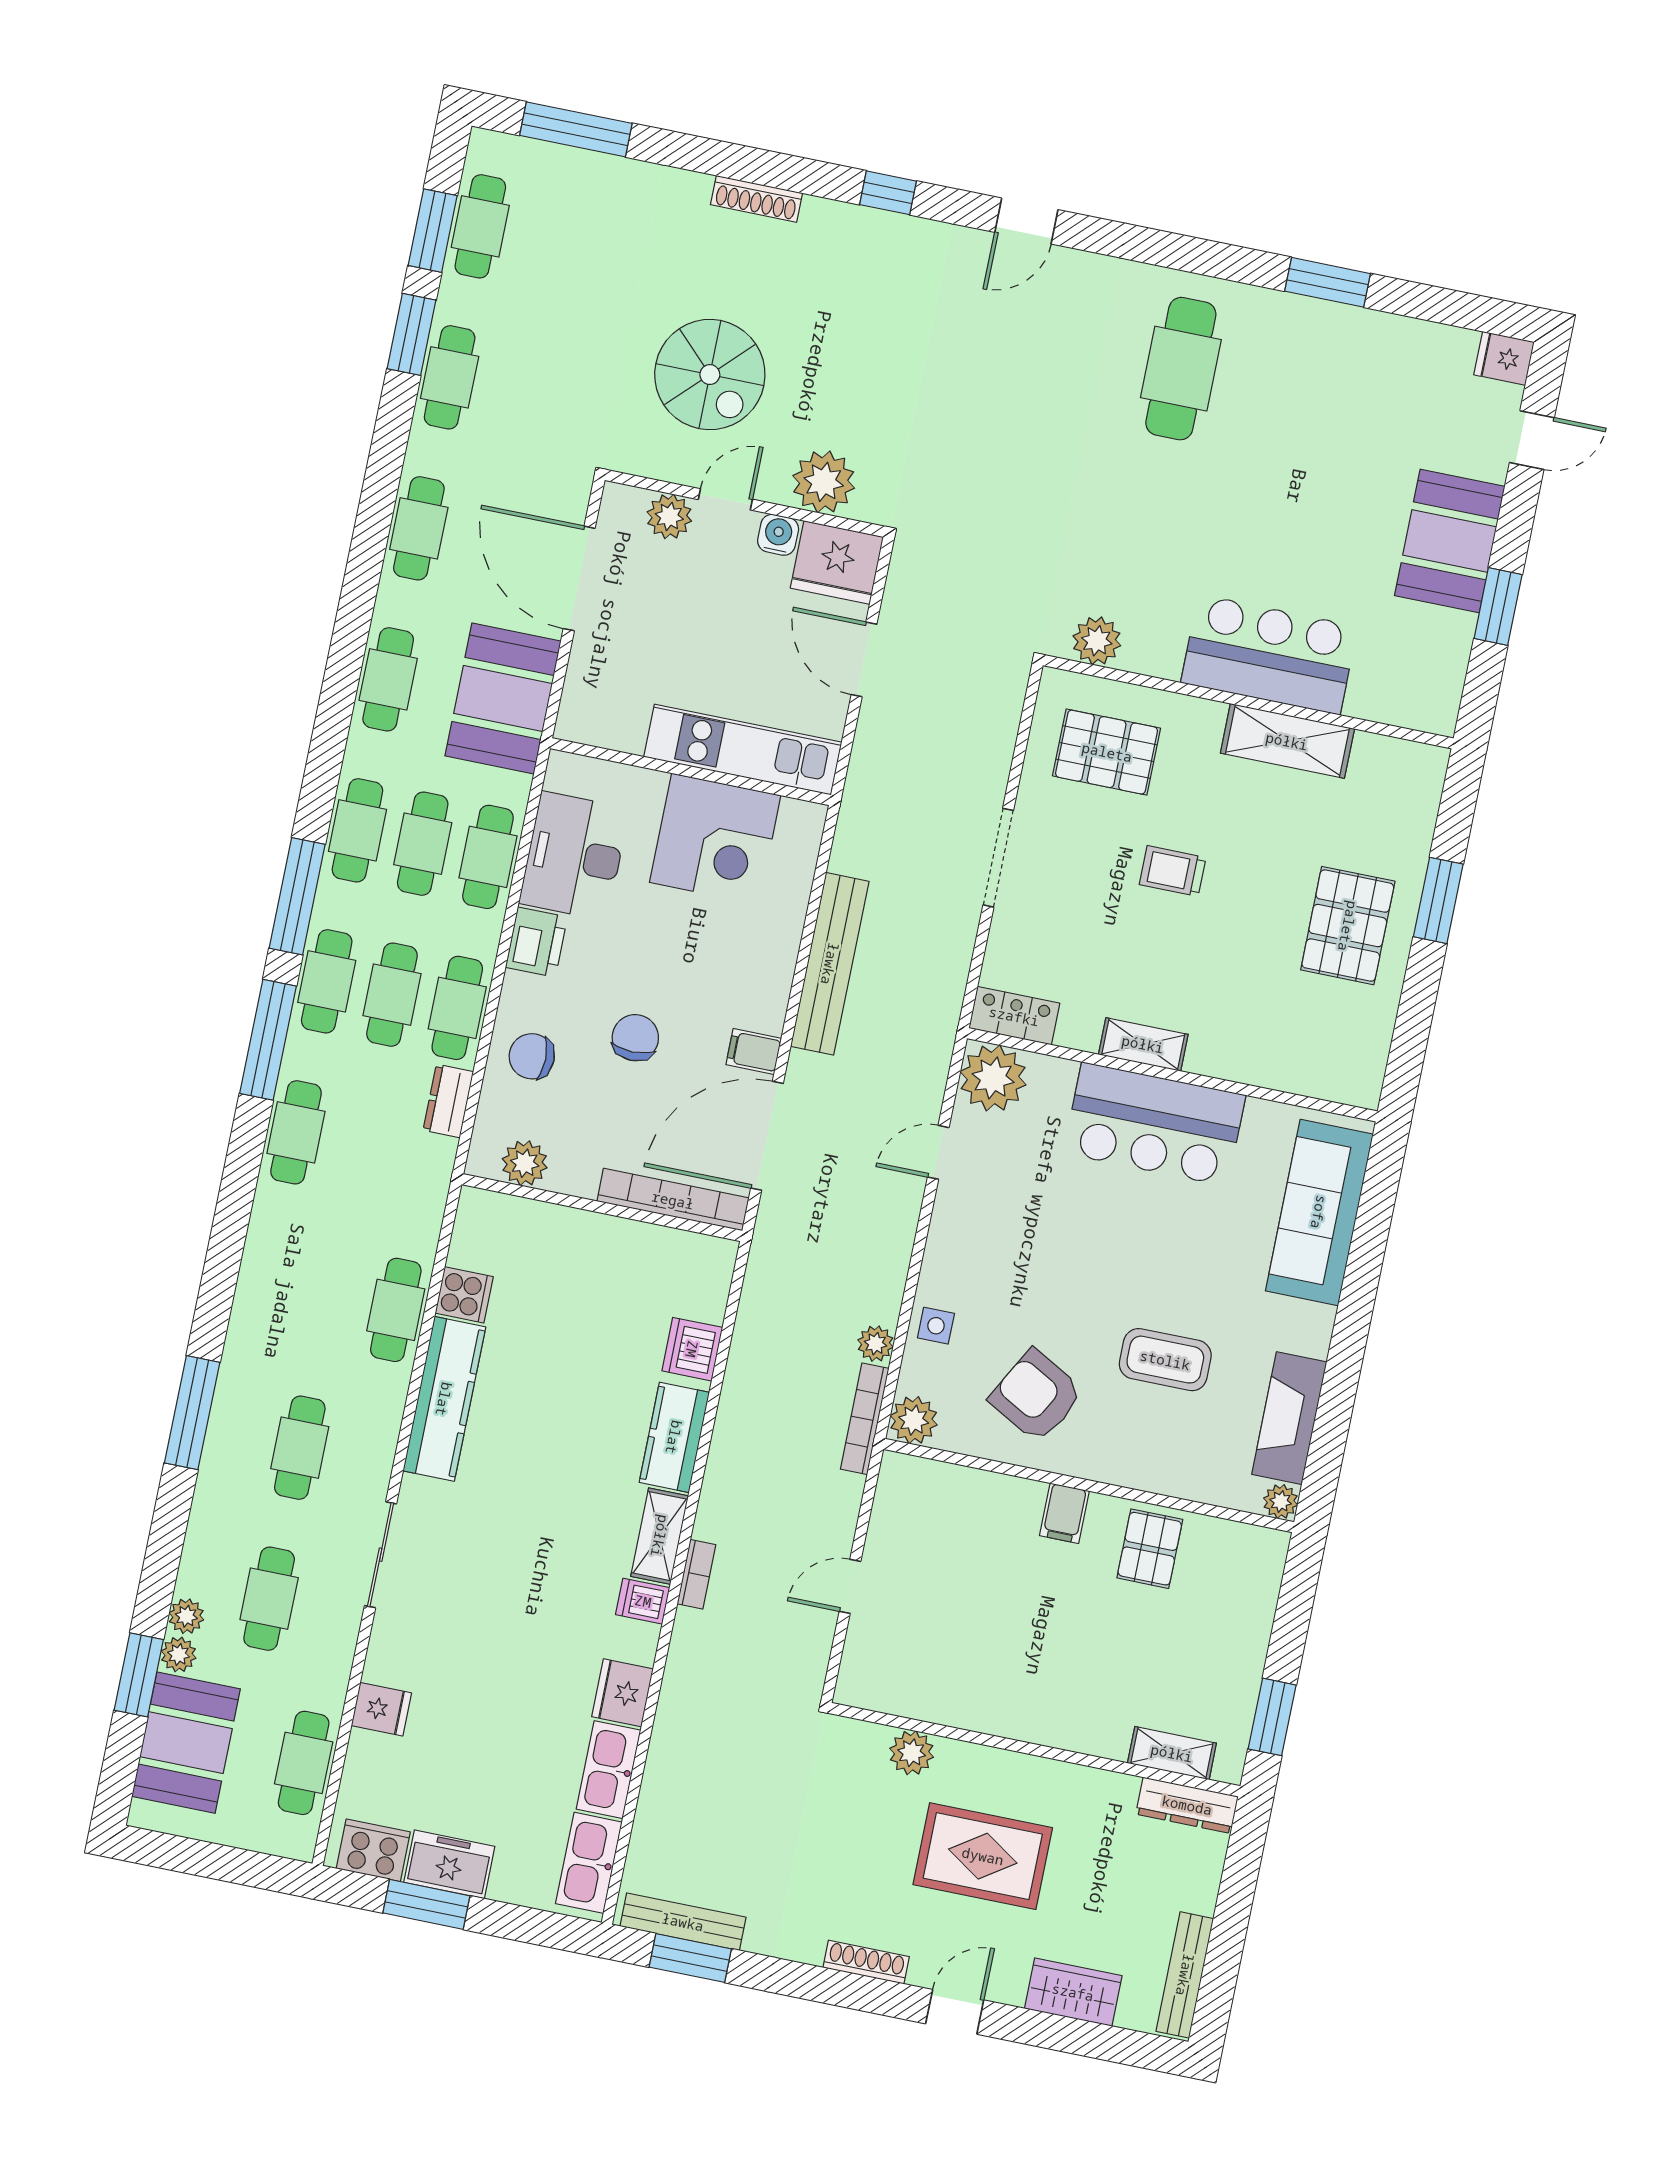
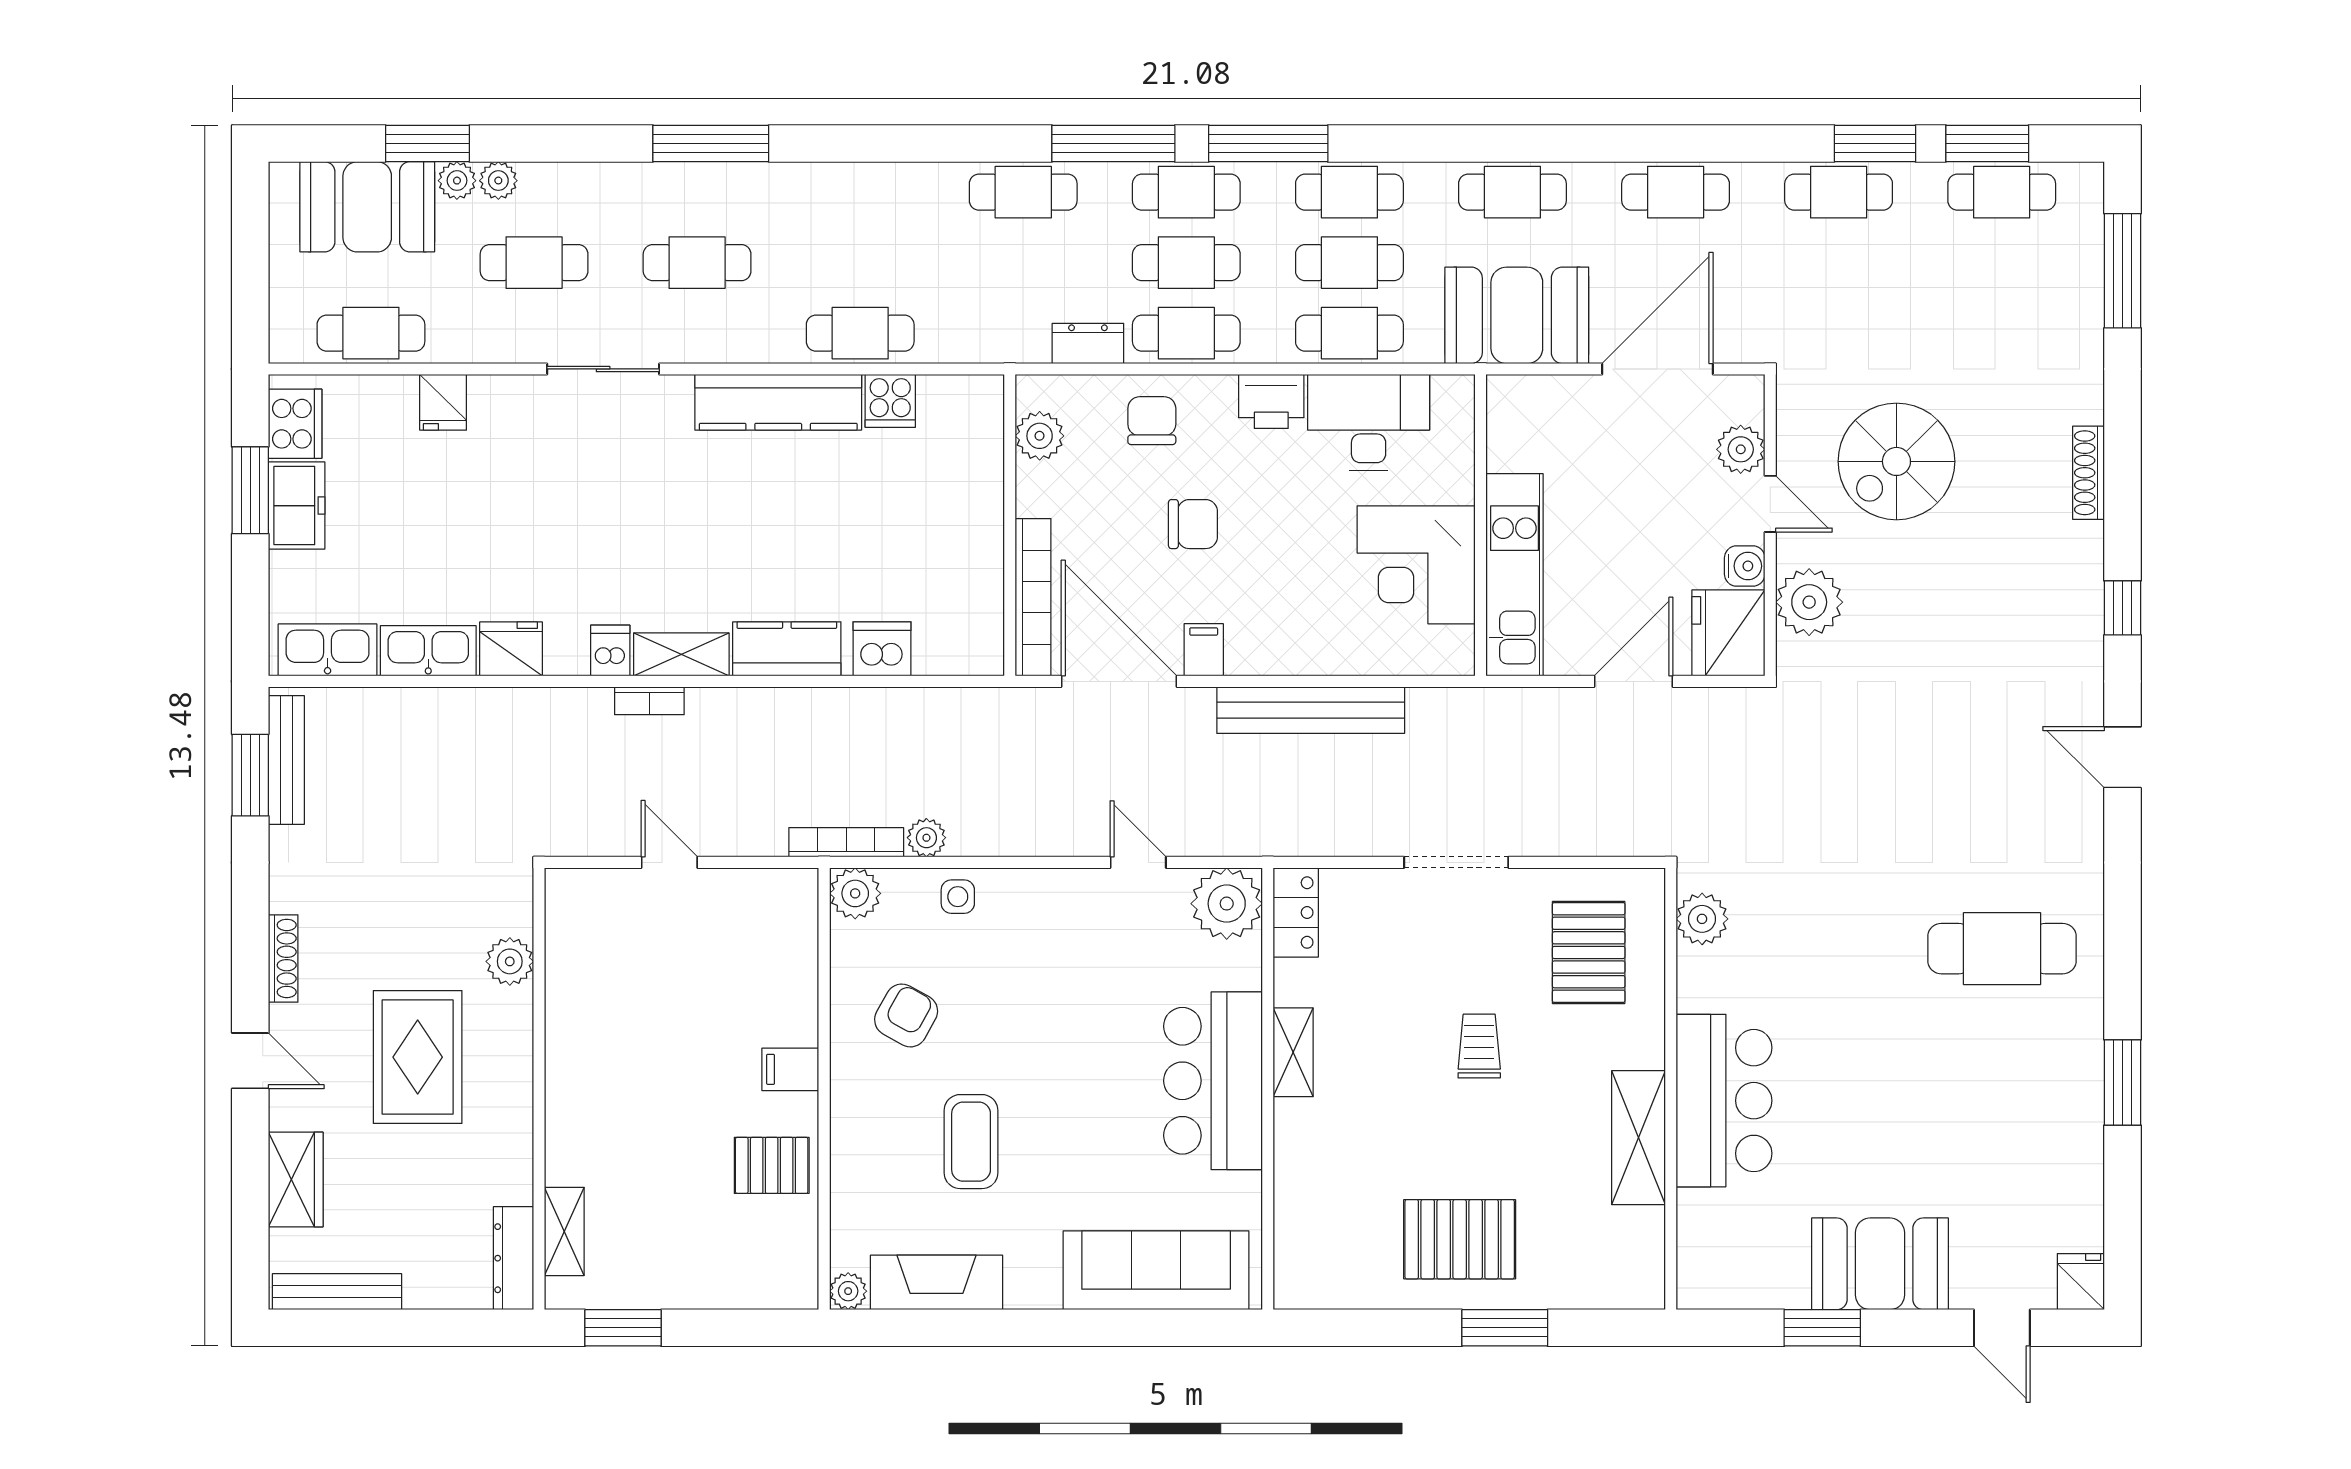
armchair: (1036, 1396) -> (906, 1015), width x0.72, depth x0.72

